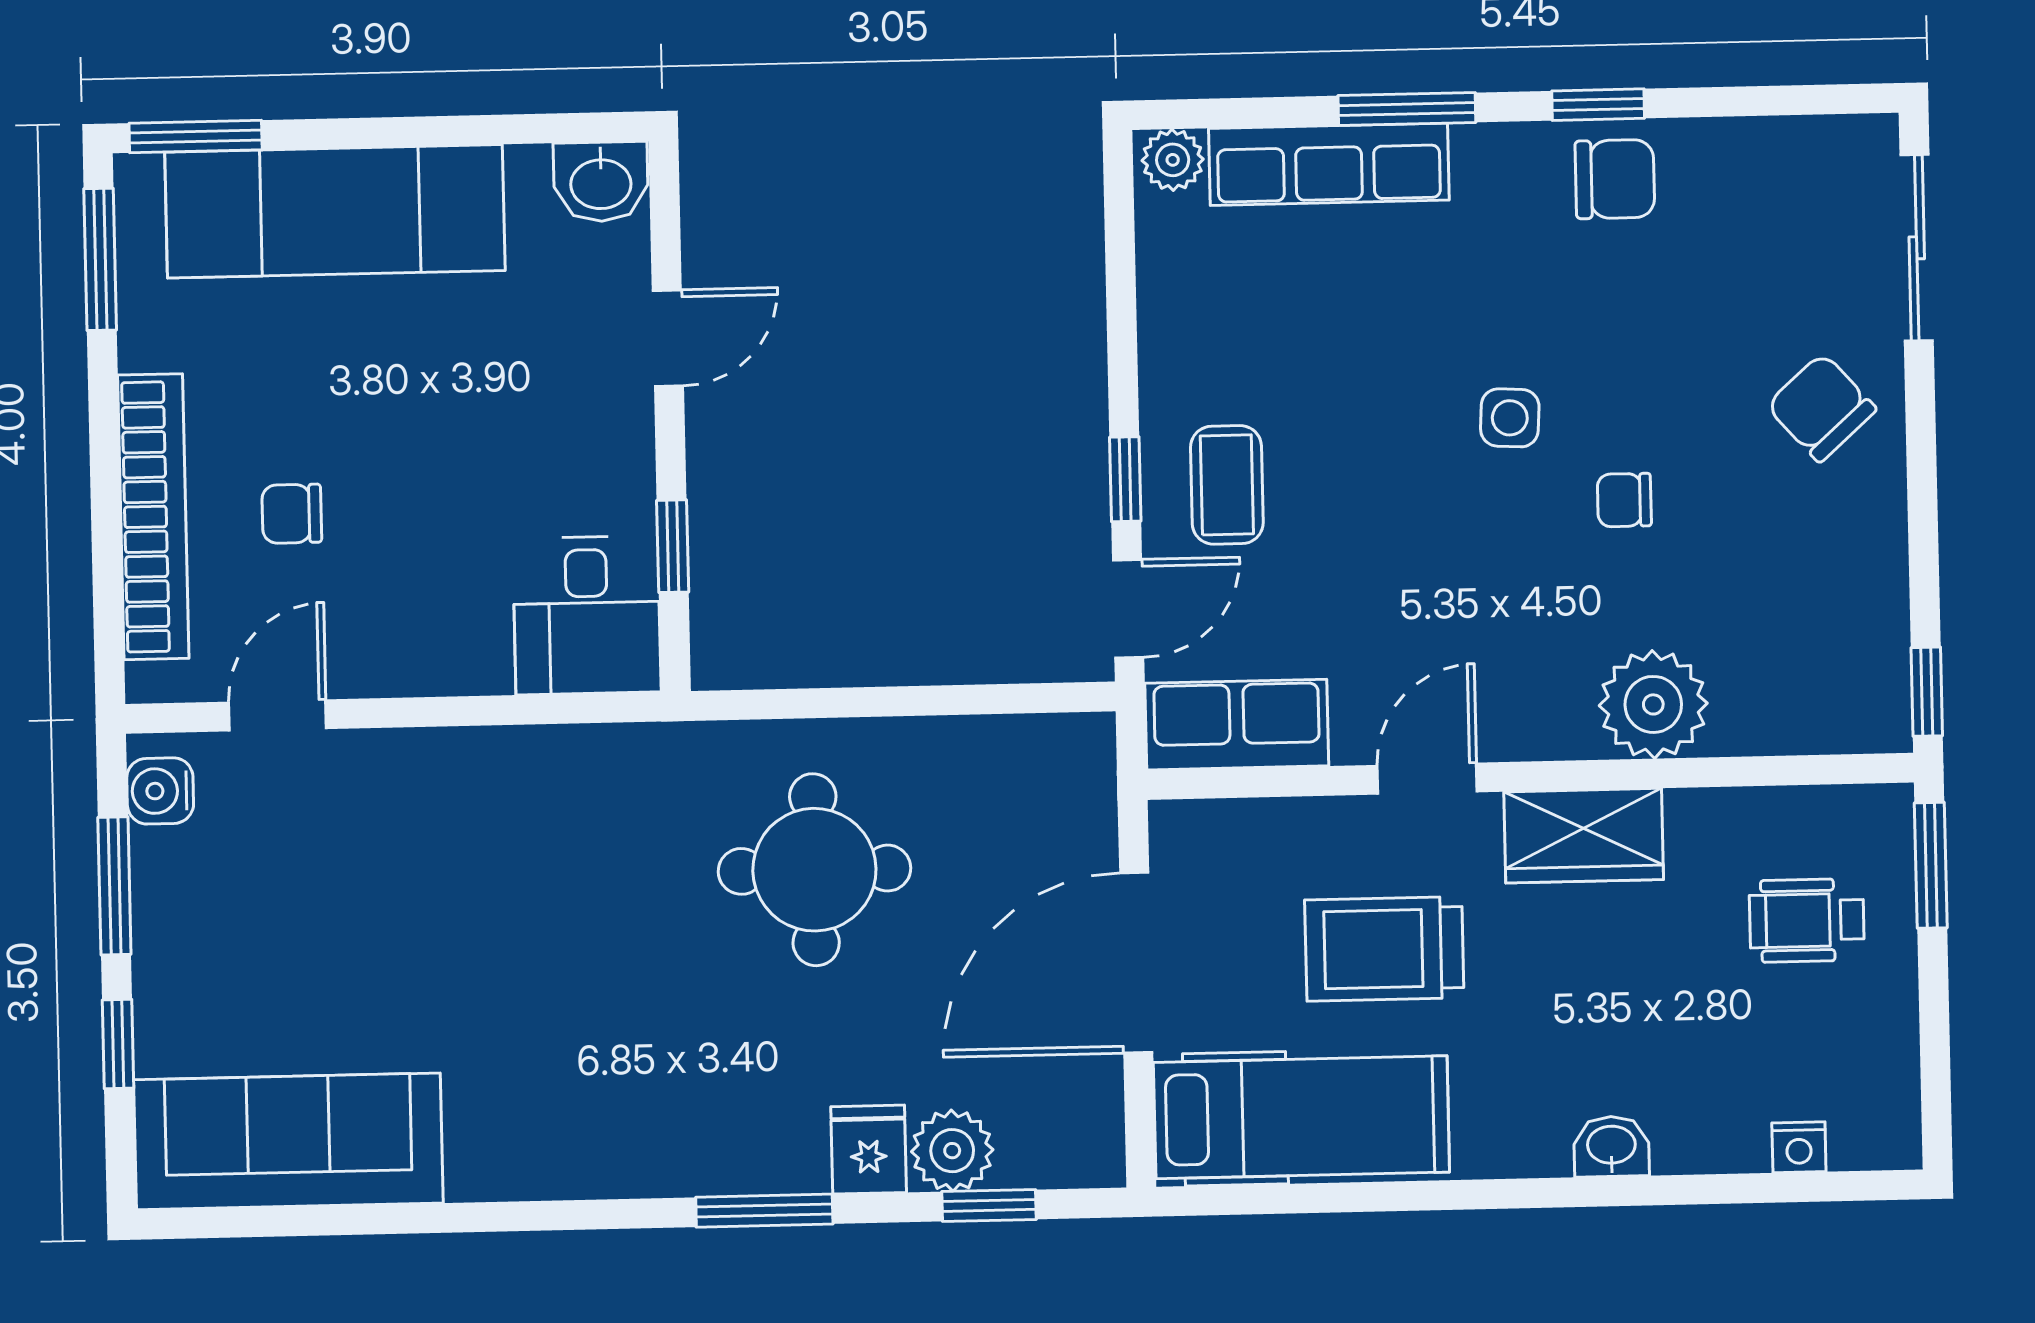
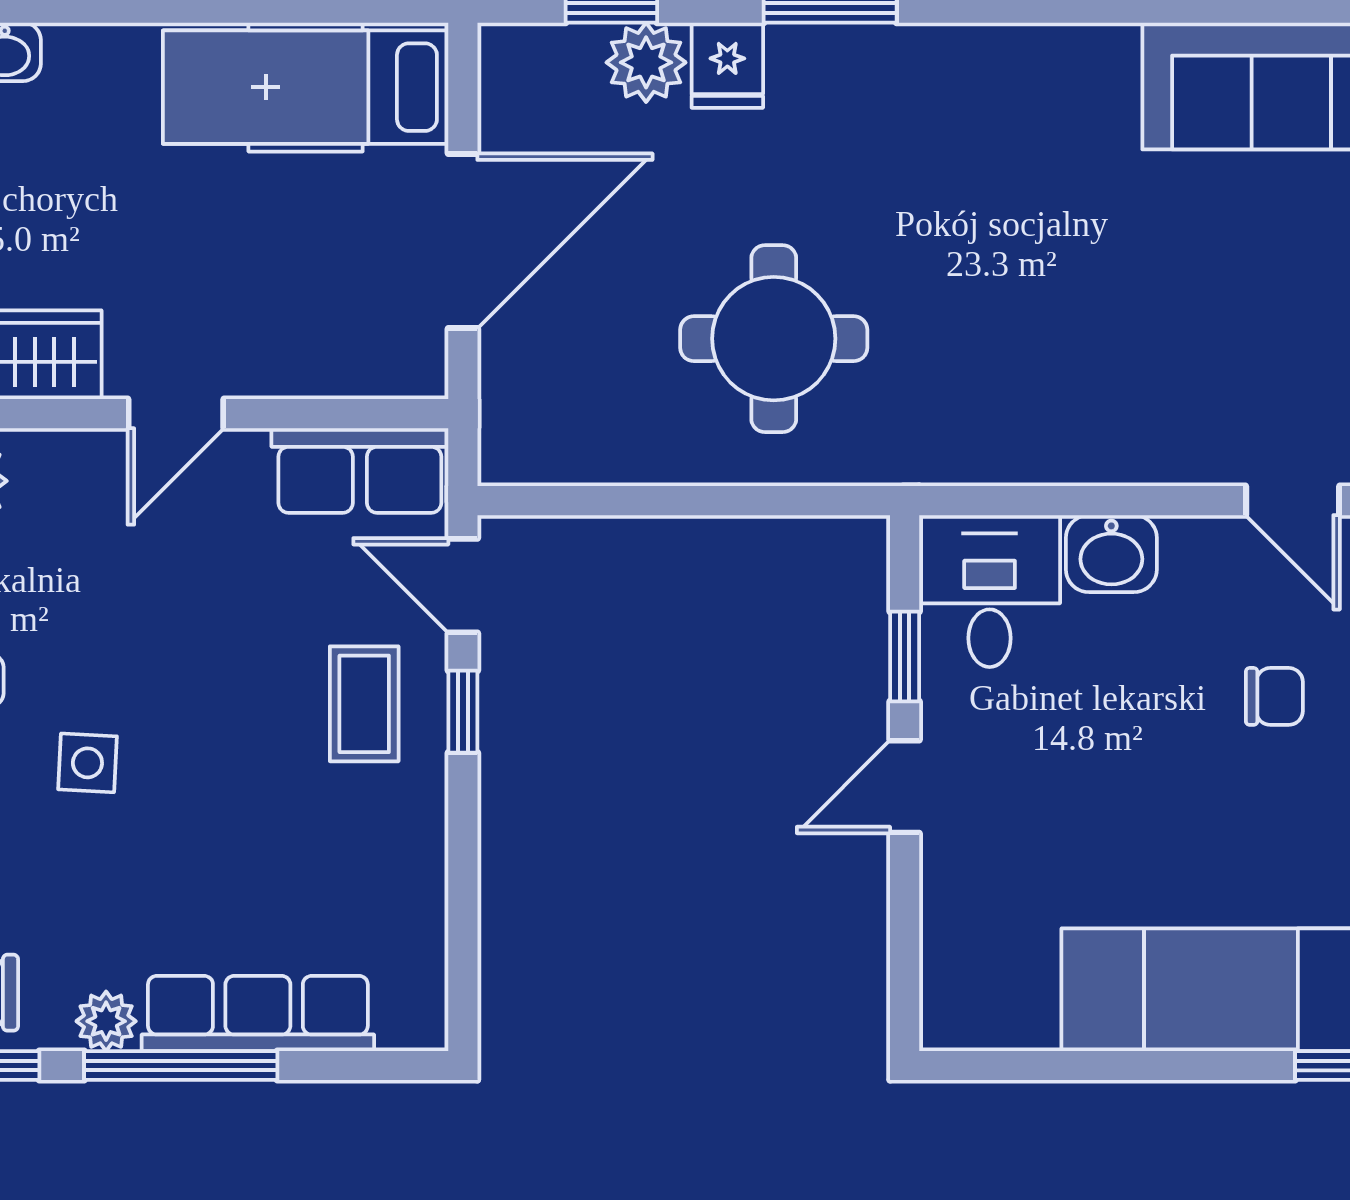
window: (1407, 109) -> (181, 1066), width x1.44
plant: (1173, 160) -> (106, 1021), moved
washbasin: (601, 182) -> (1111, 554), moved, turned 180
door: (668, 338) -> (905, 787), moved
door: (1128, 609) -> (463, 586), hinge flipped
door: (278, 715) -> (1293, 501), hinge flipped
trolley: (1384, 949) -> (221, 249), removed

